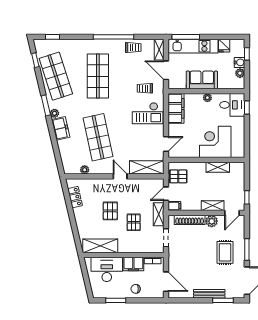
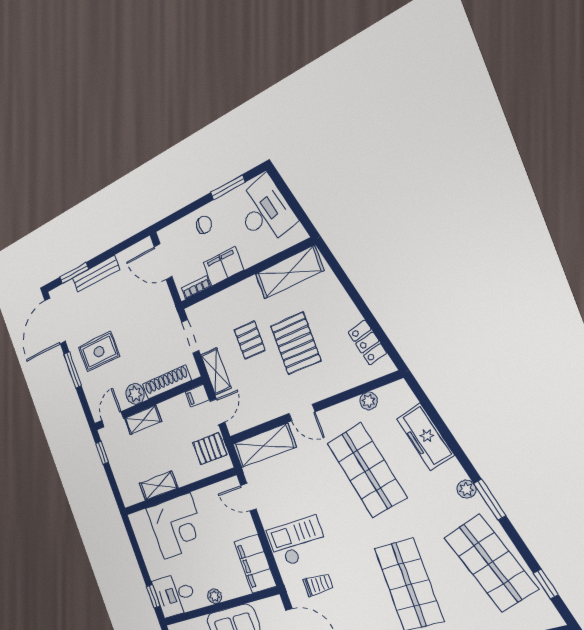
freezer: (61, 128) -> (425, 437), moved, width x1.40
door: (166, 144) -> (248, 497), hinge flipped
pallet: (110, 211) -> (296, 343), width x1.50, depth x1.42
rug: (225, 252) -> (99, 352), turned 90
desk: (107, 269) -> (265, 211), moved, turned -103

